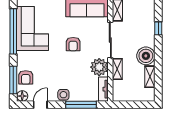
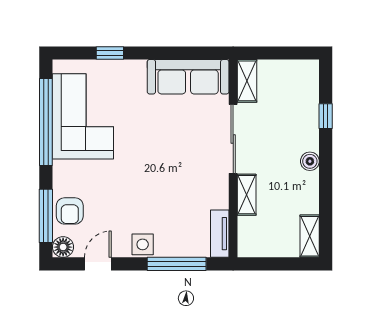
armchair: (73, 44) -> (161, 147), removed
boiler: (146, 56) -> (310, 161), width x0.54, depth x0.54
plant: (99, 67) -> (212, 191), removed
shelving: (150, 77) -> (310, 236), moved

